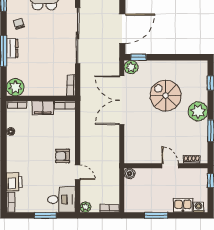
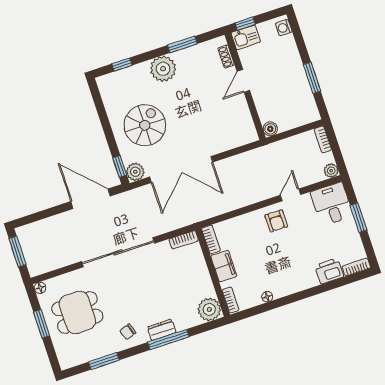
spiral stairs: (166, 96) -> (145, 125), moved, turned 180
kitchen sink: (183, 205) -> (246, 37), moved, turned -90

